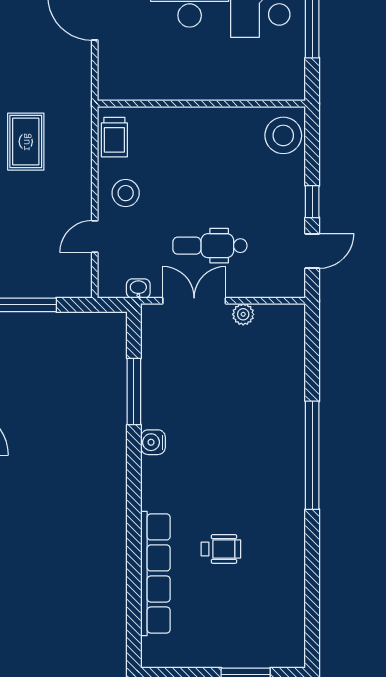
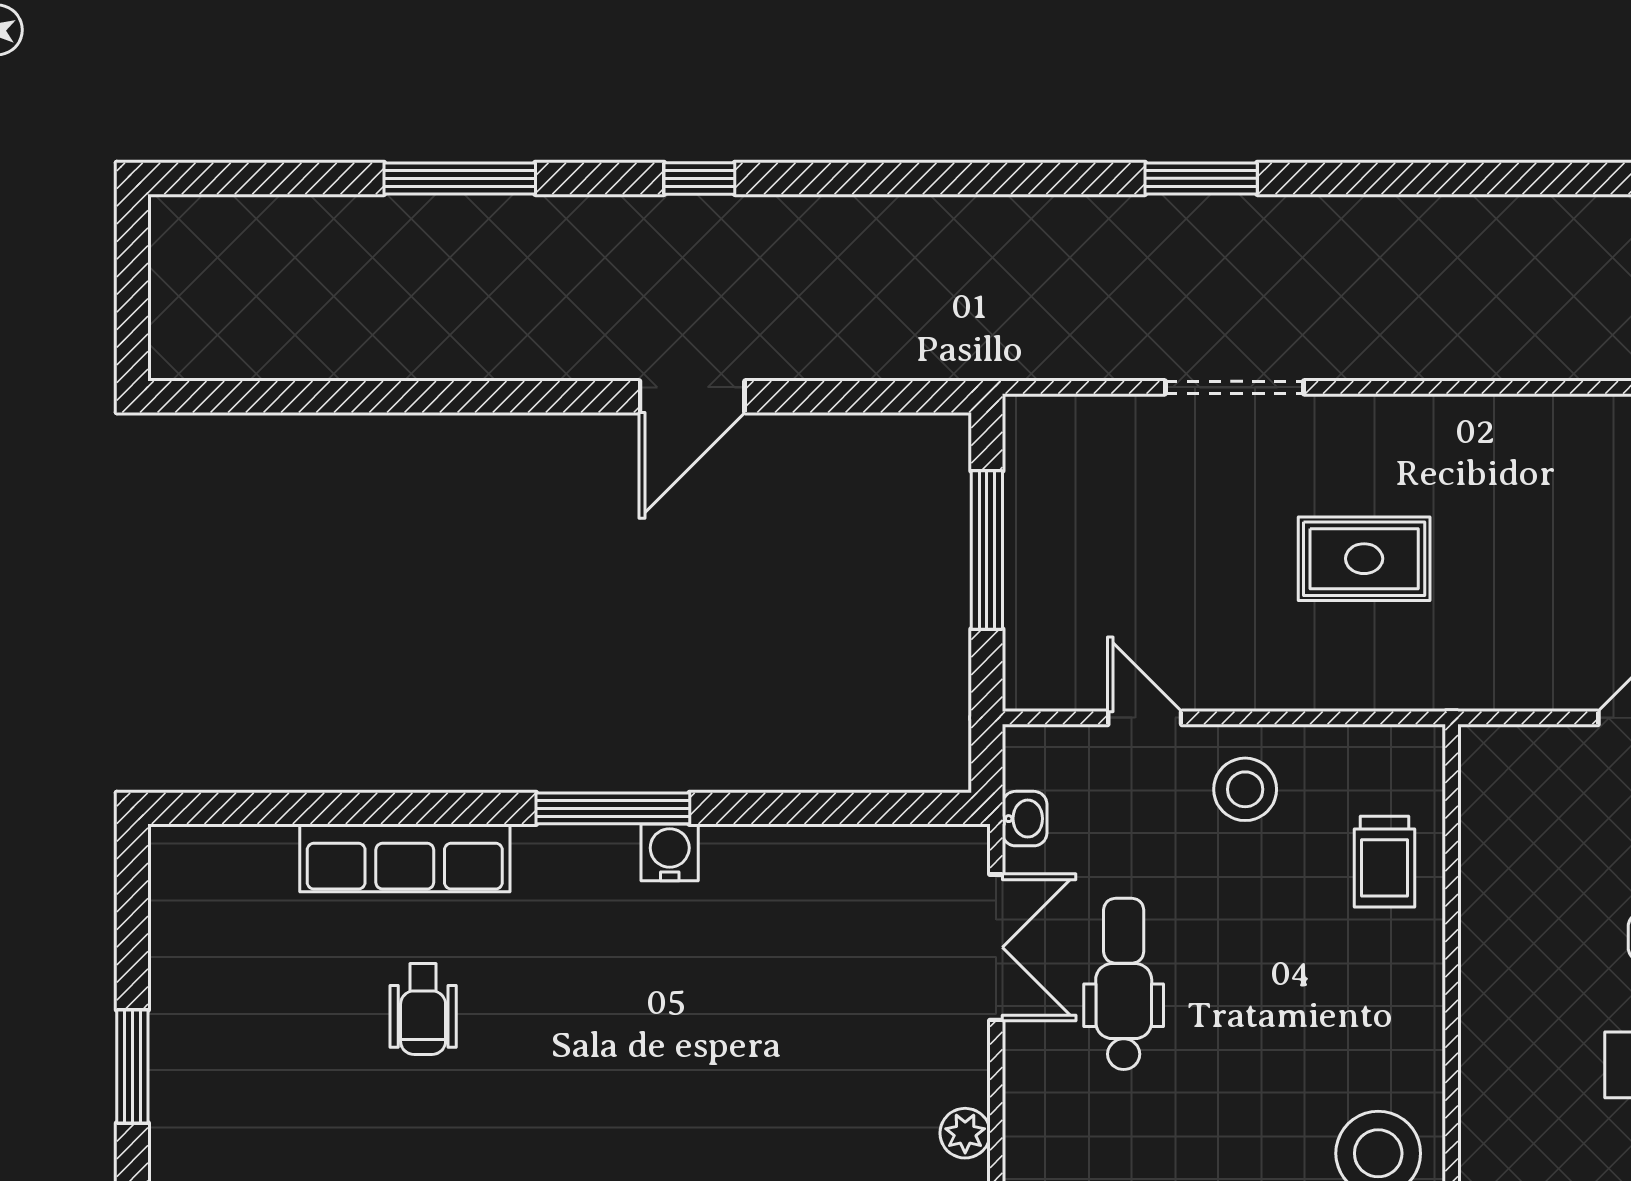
trolley: (114, 137) -> (1384, 862), moved, turned -90
plant: (243, 314) -> (965, 1133), moved
window: (134, 391) -> (613, 808), moved
row of seats: (155, 573) -> (405, 858), width x0.73

